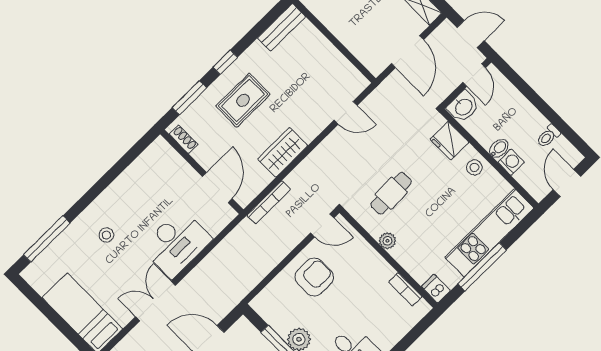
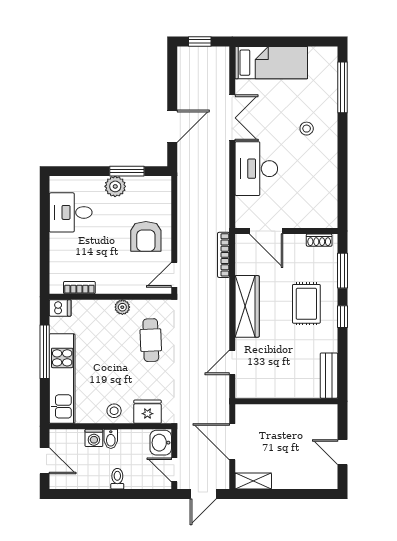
toilet: (548, 136) -> (117, 479), moved
wardrobe: (283, 152) -> (247, 306), width x1.50

